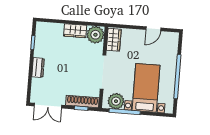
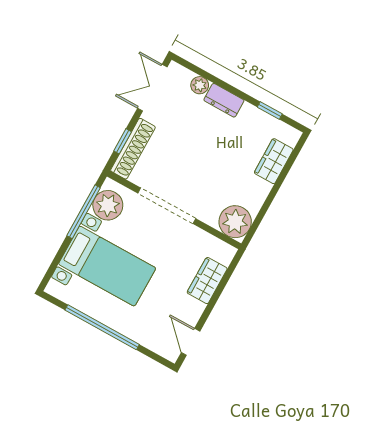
door: (153, 29) -> (191, 342), moved
wardrobe: (75, 31) -> (274, 161), moved
wardrobe: (114, 40) -> (207, 281), moved, turned 90
plant: (36, 83) -> (200, 85), added

